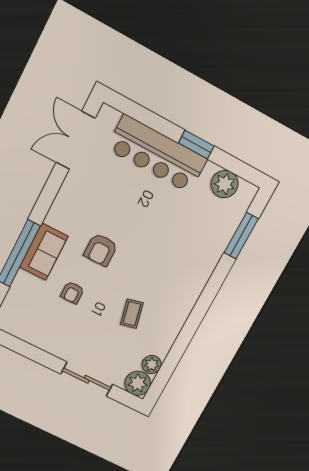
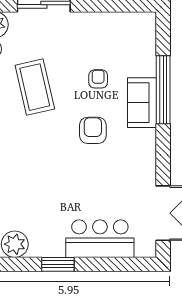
bar counter: (157, 154) -> (100, 239), width x0.73
coffee table: (132, 314) -> (35, 87), width x1.86, depth x1.72

